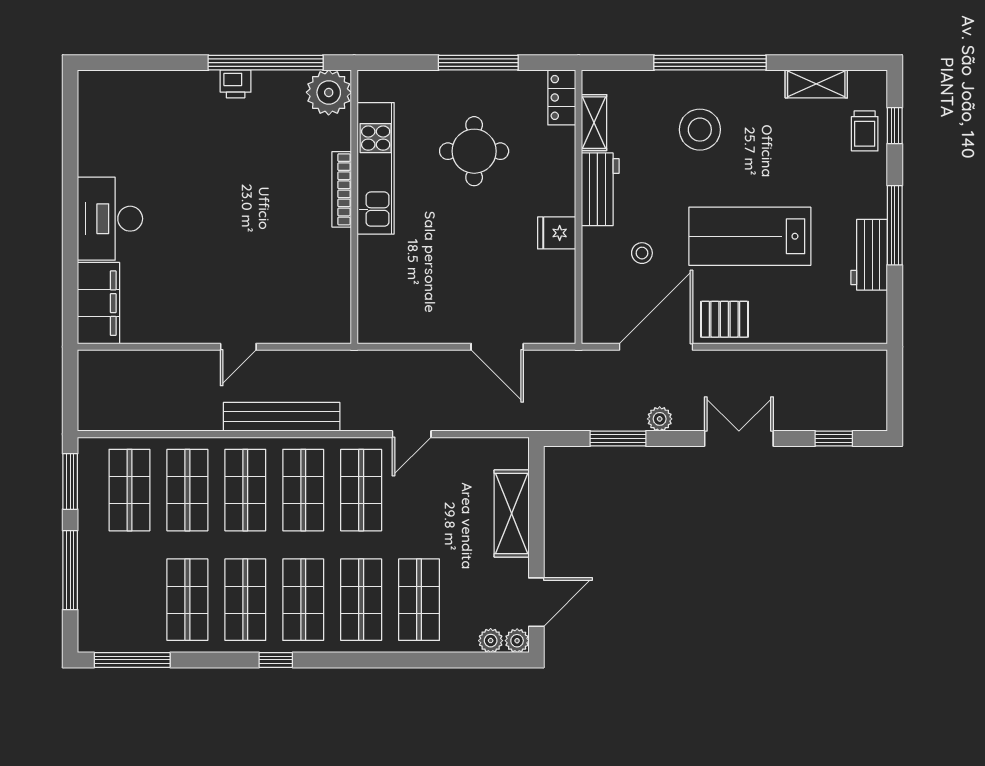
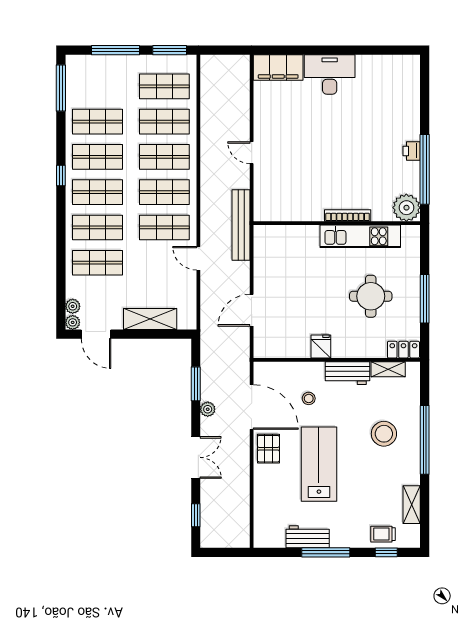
bench: (282, 417) -> (241, 225), moved

